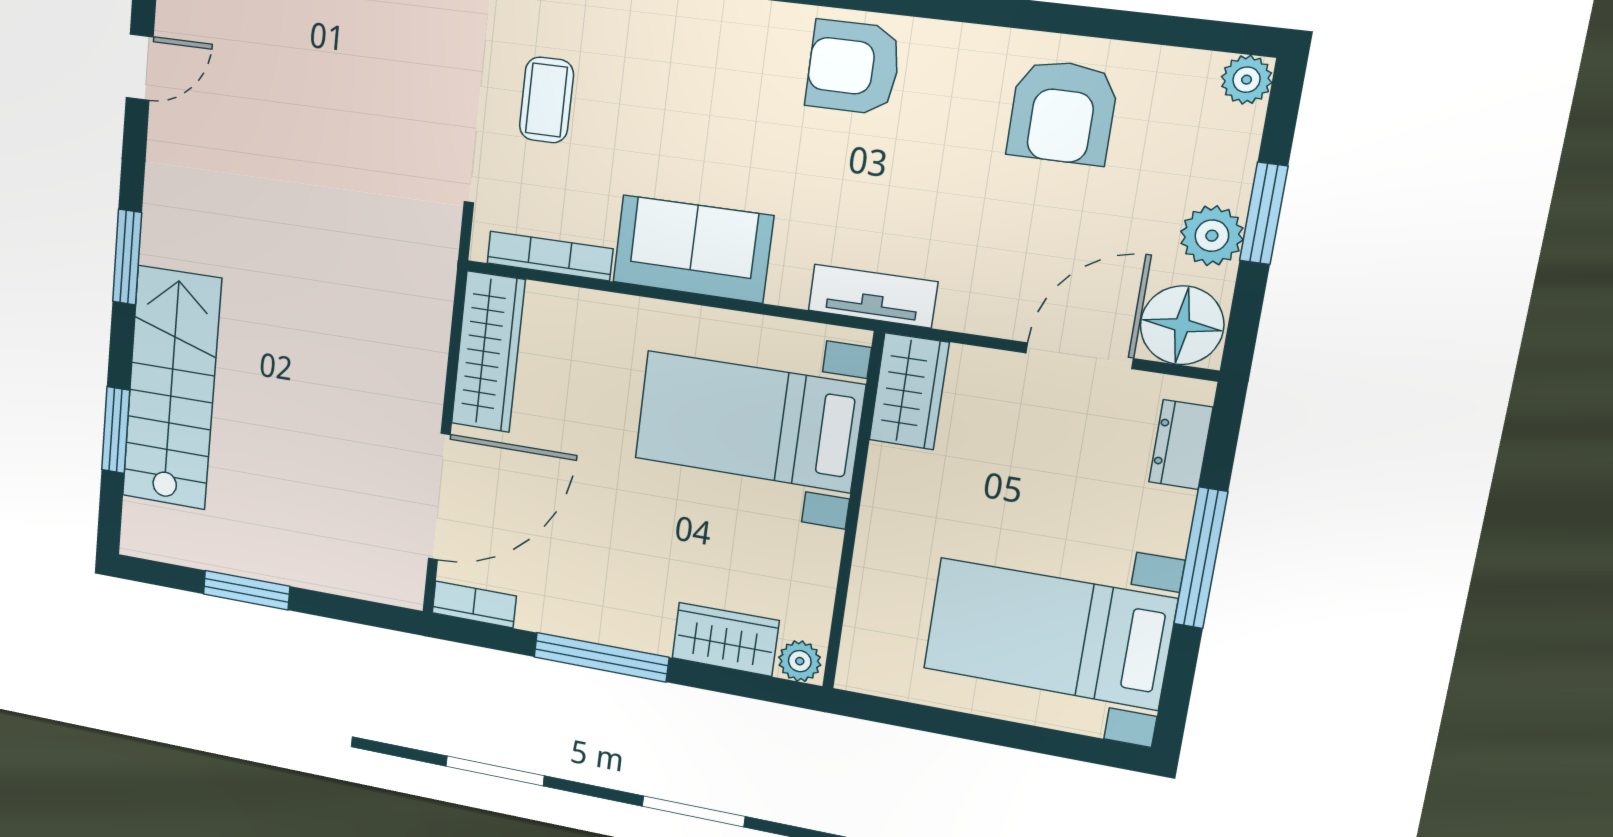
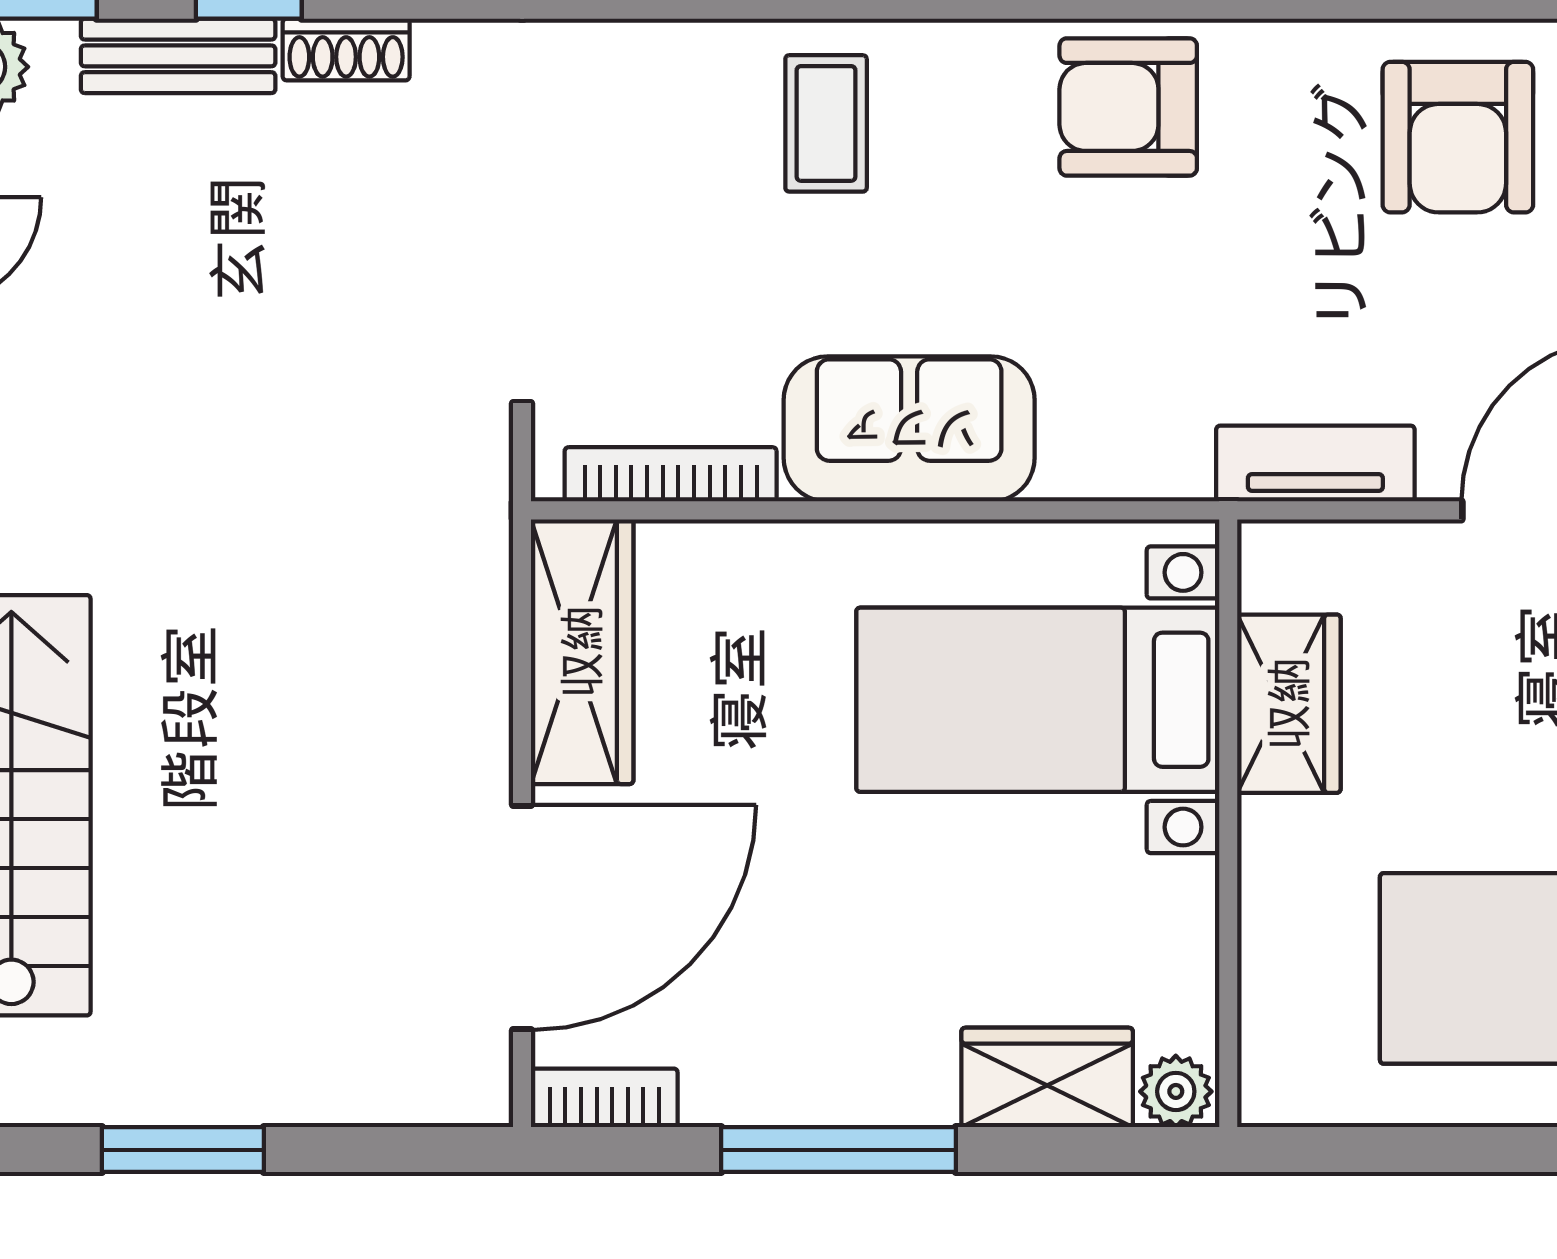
coffee table: (546, 100) -> (826, 123), moved
tv unit: (873, 296) -> (1315, 464), moved
wardrobe: (909, 391) -> (1289, 704), moved

